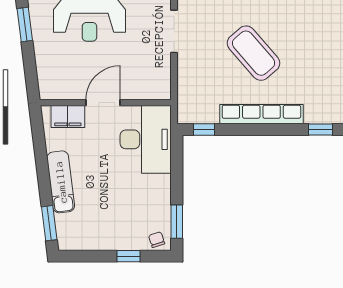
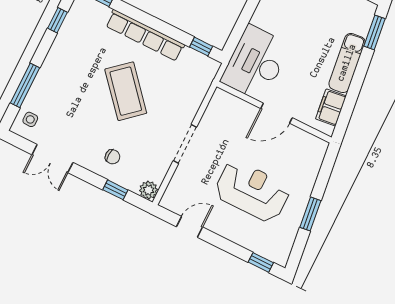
filing cabinet: (68, 117) -> (331, 107), moved, turned -97

